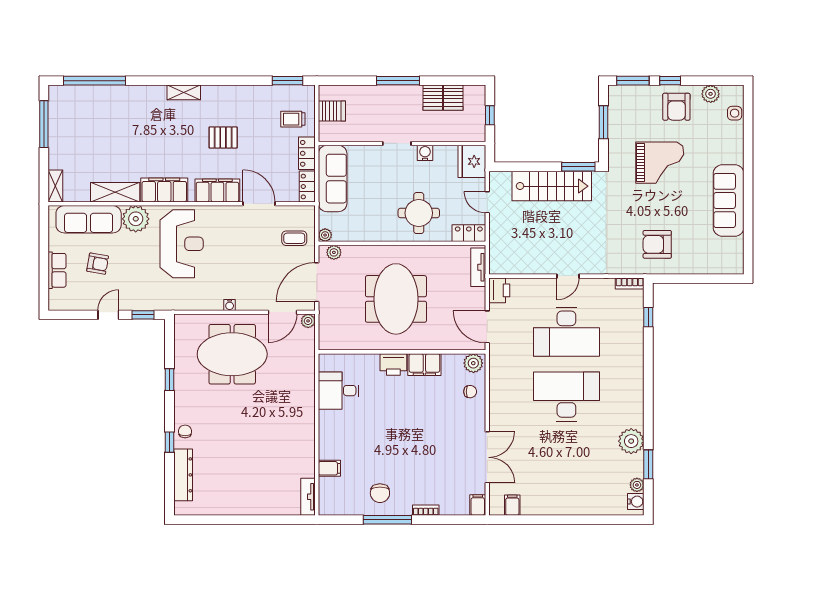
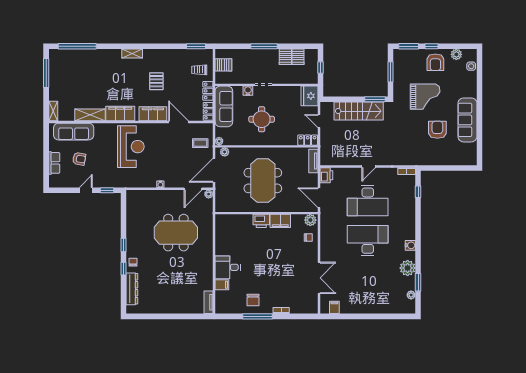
pallet: (223, 138) -> (156, 81), turned 90
water cooler: (425, 153) -> (248, 91), moved
round table: (419, 213) -> (262, 119), moved
plant: (136, 219) -> (103, 131), removed
armchair: (657, 244) -> (437, 130), moved, turned 90
meeting table: (232, 354) -> (176, 233), moved
window: (170, 380) -> (123, 245), moved
desk: (339, 391) -> (228, 267), moved
water cooler: (636, 502) -> (410, 245), moved
filing cabinet: (478, 505) -> (313, 307), removed

